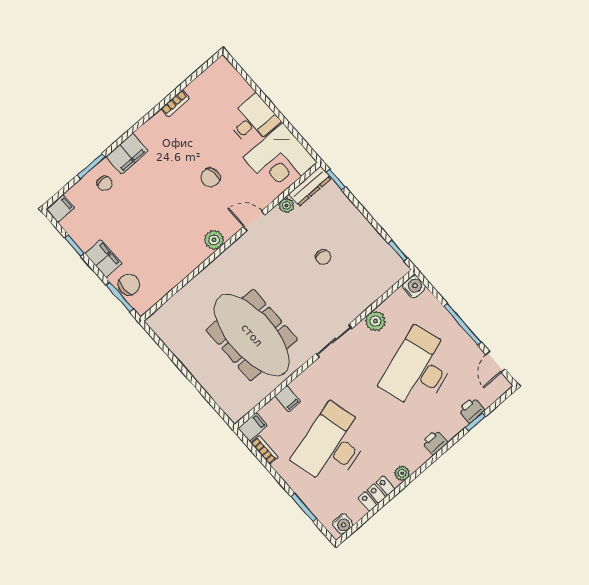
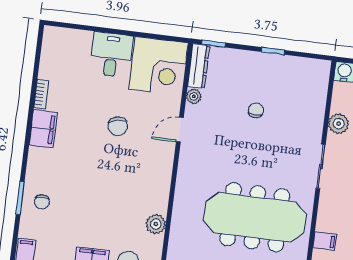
filing cabinet: (127, 154) -> (43, 129), moved
chair: (105, 183) -> (42, 202), turned 90
plant: (214, 240) -> (156, 224), moved
window: (398, 251) -> (273, 51), moved
chair: (323, 257) -> (256, 110), turned -90

